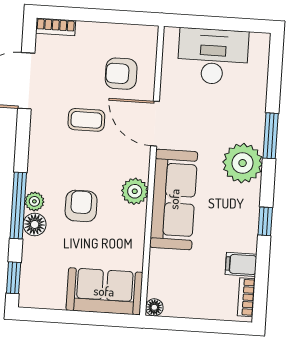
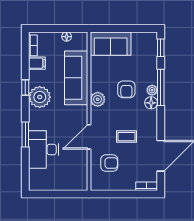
desk: (213, 57) -> (44, 150), moved, turned 90
door: (155, 124) -> (89, 137), swing flipped
plant: (243, 163) -> (40, 97), moved
sofa: (174, 199) -> (76, 78), moved
floor lamp: (35, 224) -> (151, 103), moved
floor lamp: (154, 307) -> (67, 37), moved

